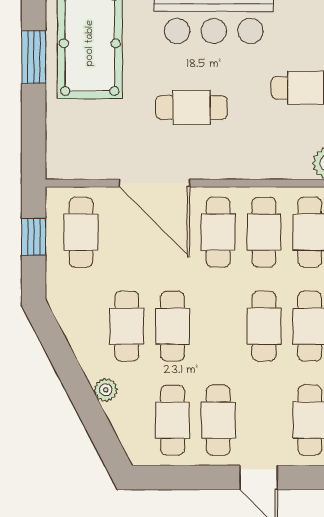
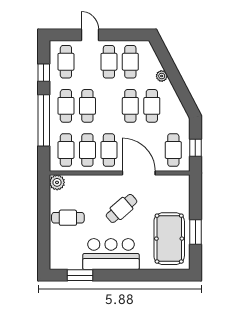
cafe table: (191, 108) -> (121, 208), turned -41

